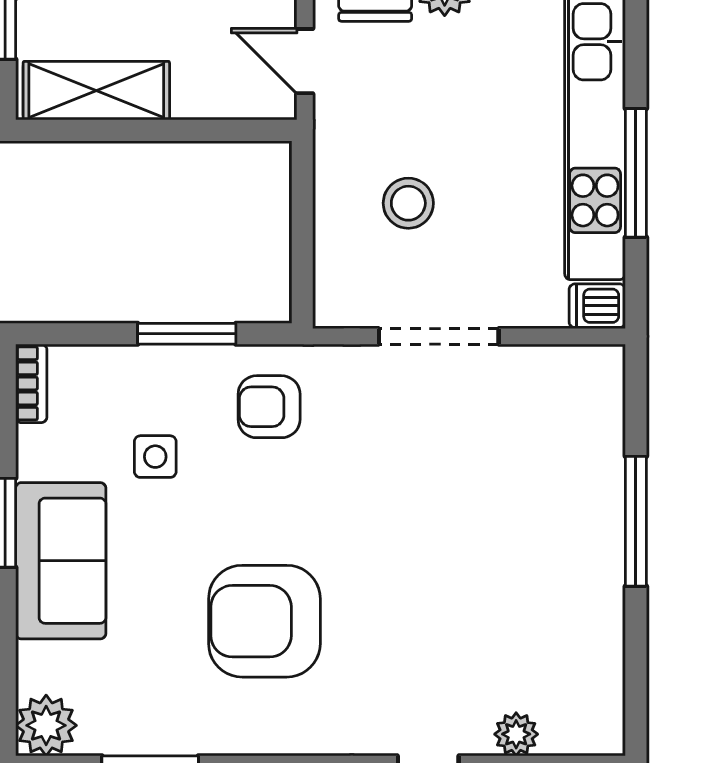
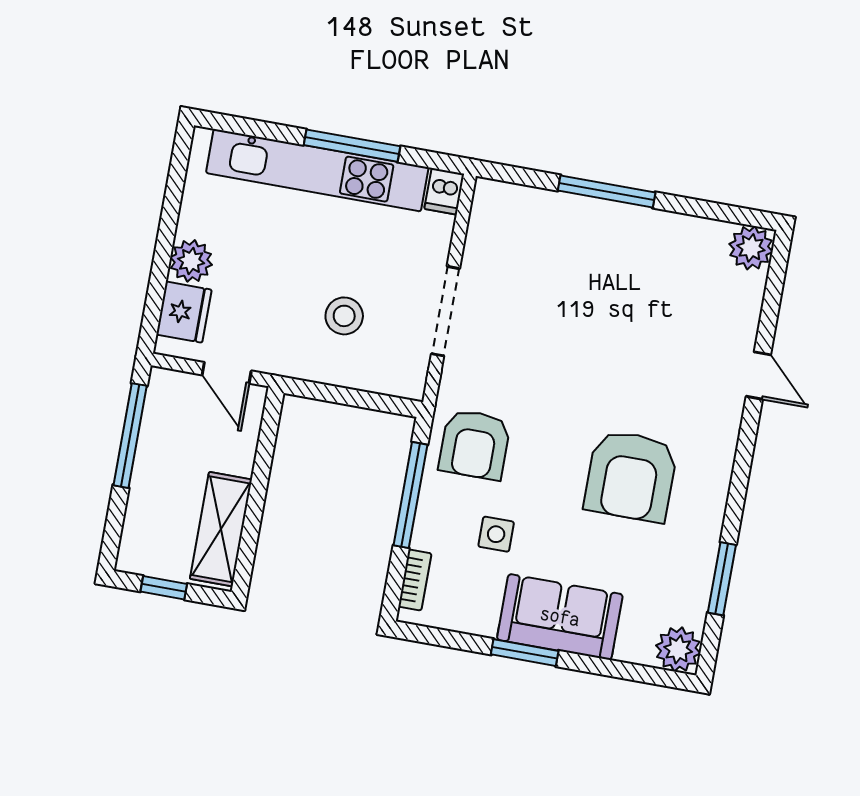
door: (305, 61) -> (227, 373), hinge flipped
window: (187, 334) -> (410, 495), width x1.44
bookcase: (31, 383) -> (415, 580), moved, turned 90
armchair: (269, 407) -> (475, 444), width x1.38, depth x1.38
plant: (516, 734) -> (751, 248), moved, width x1.38, depth x1.38

